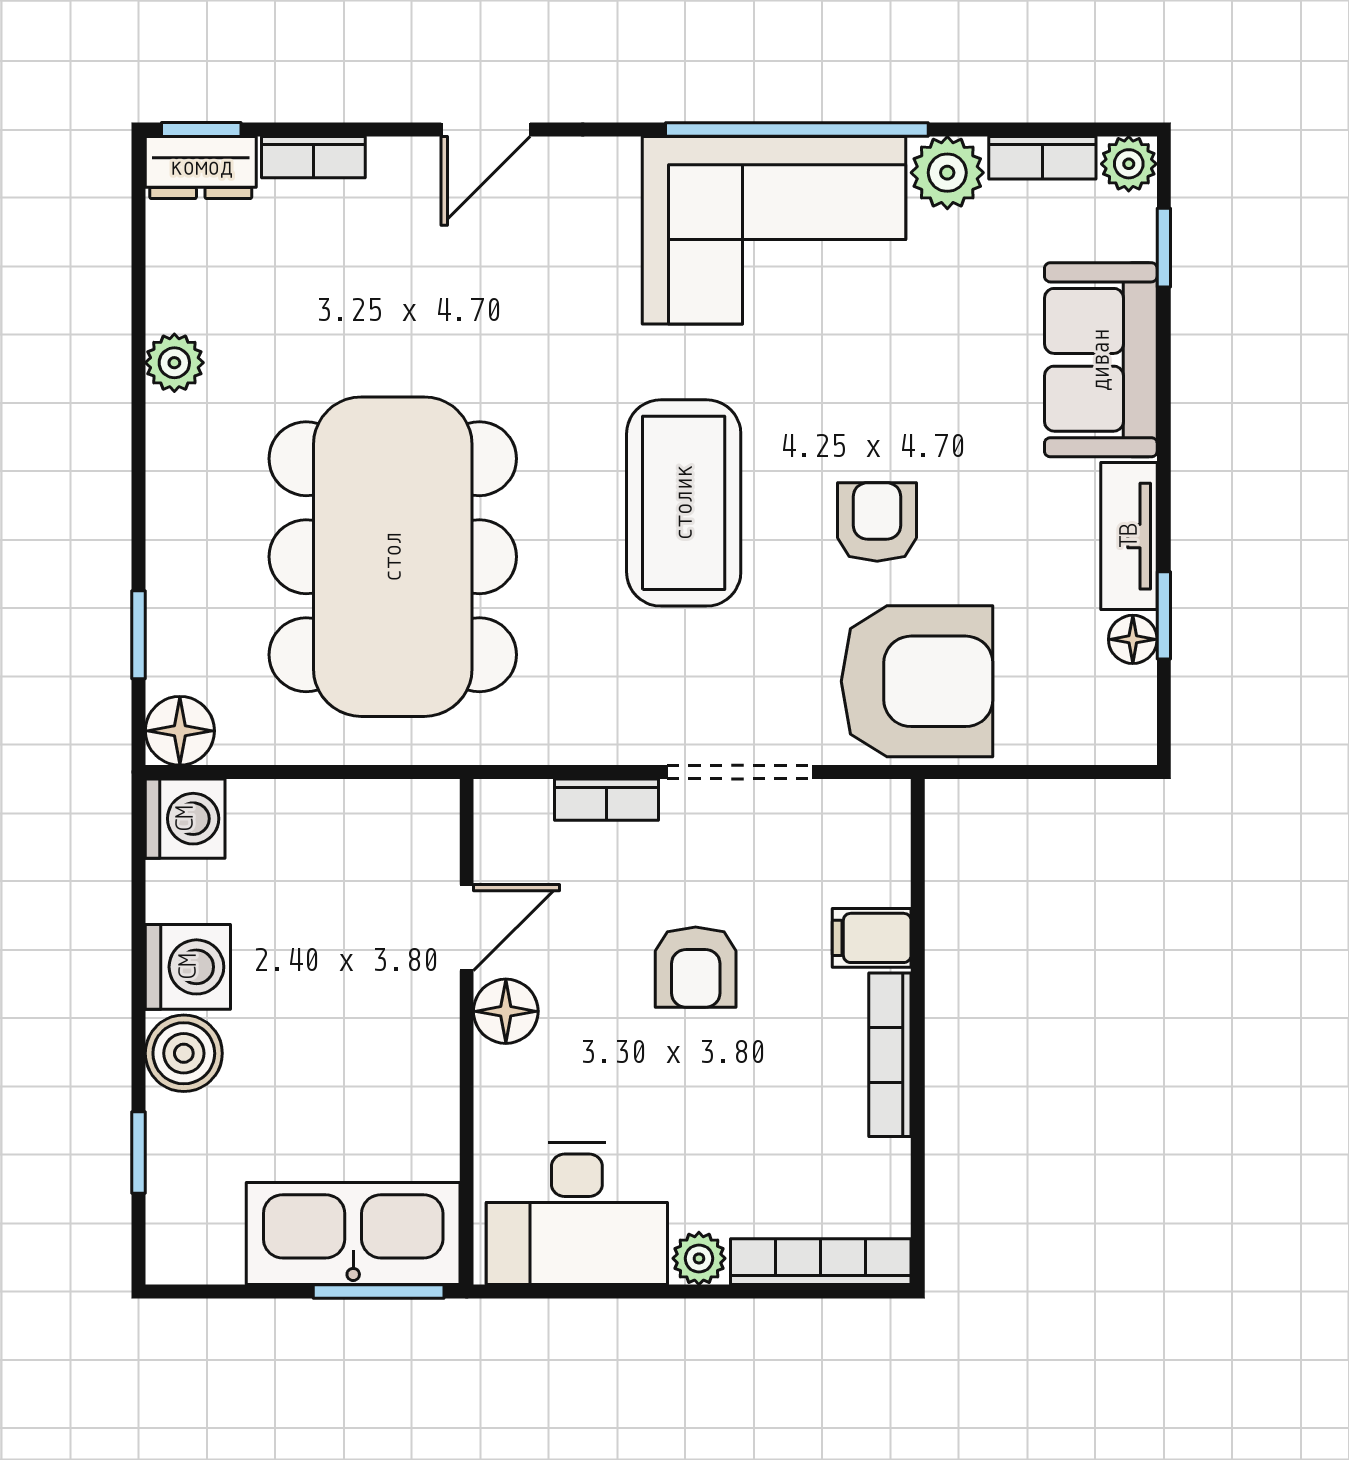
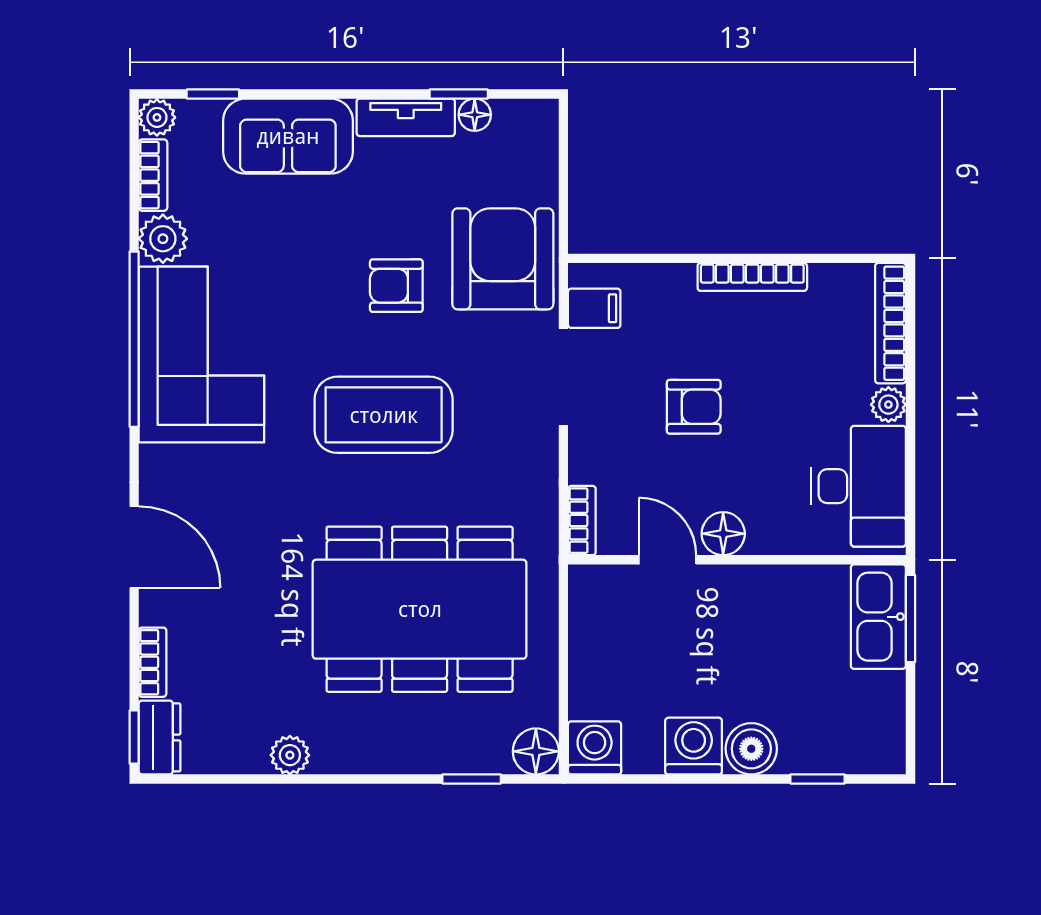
door: (486, 130) -> (134, 547), width x1.38
bookcase: (606, 800) -> (582, 521), moved
filing cabinet: (872, 938) -> (594, 308), moved, turned -90
kitchen sink: (353, 1233) -> (878, 617), width x0.73, depth x0.81

